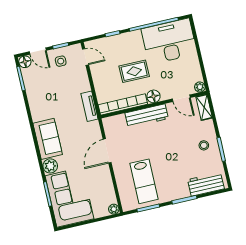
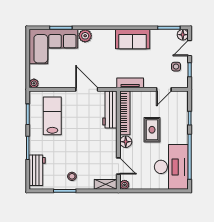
door: (85, 57) -> (164, 89), moved
door: (181, 98) -> (118, 166), swing flipped
workbench: (147, 116) -> (110, 110), moved
sofa: (48, 139) -> (133, 39), moved
lab bench: (144, 181) -> (52, 116), turned 90

